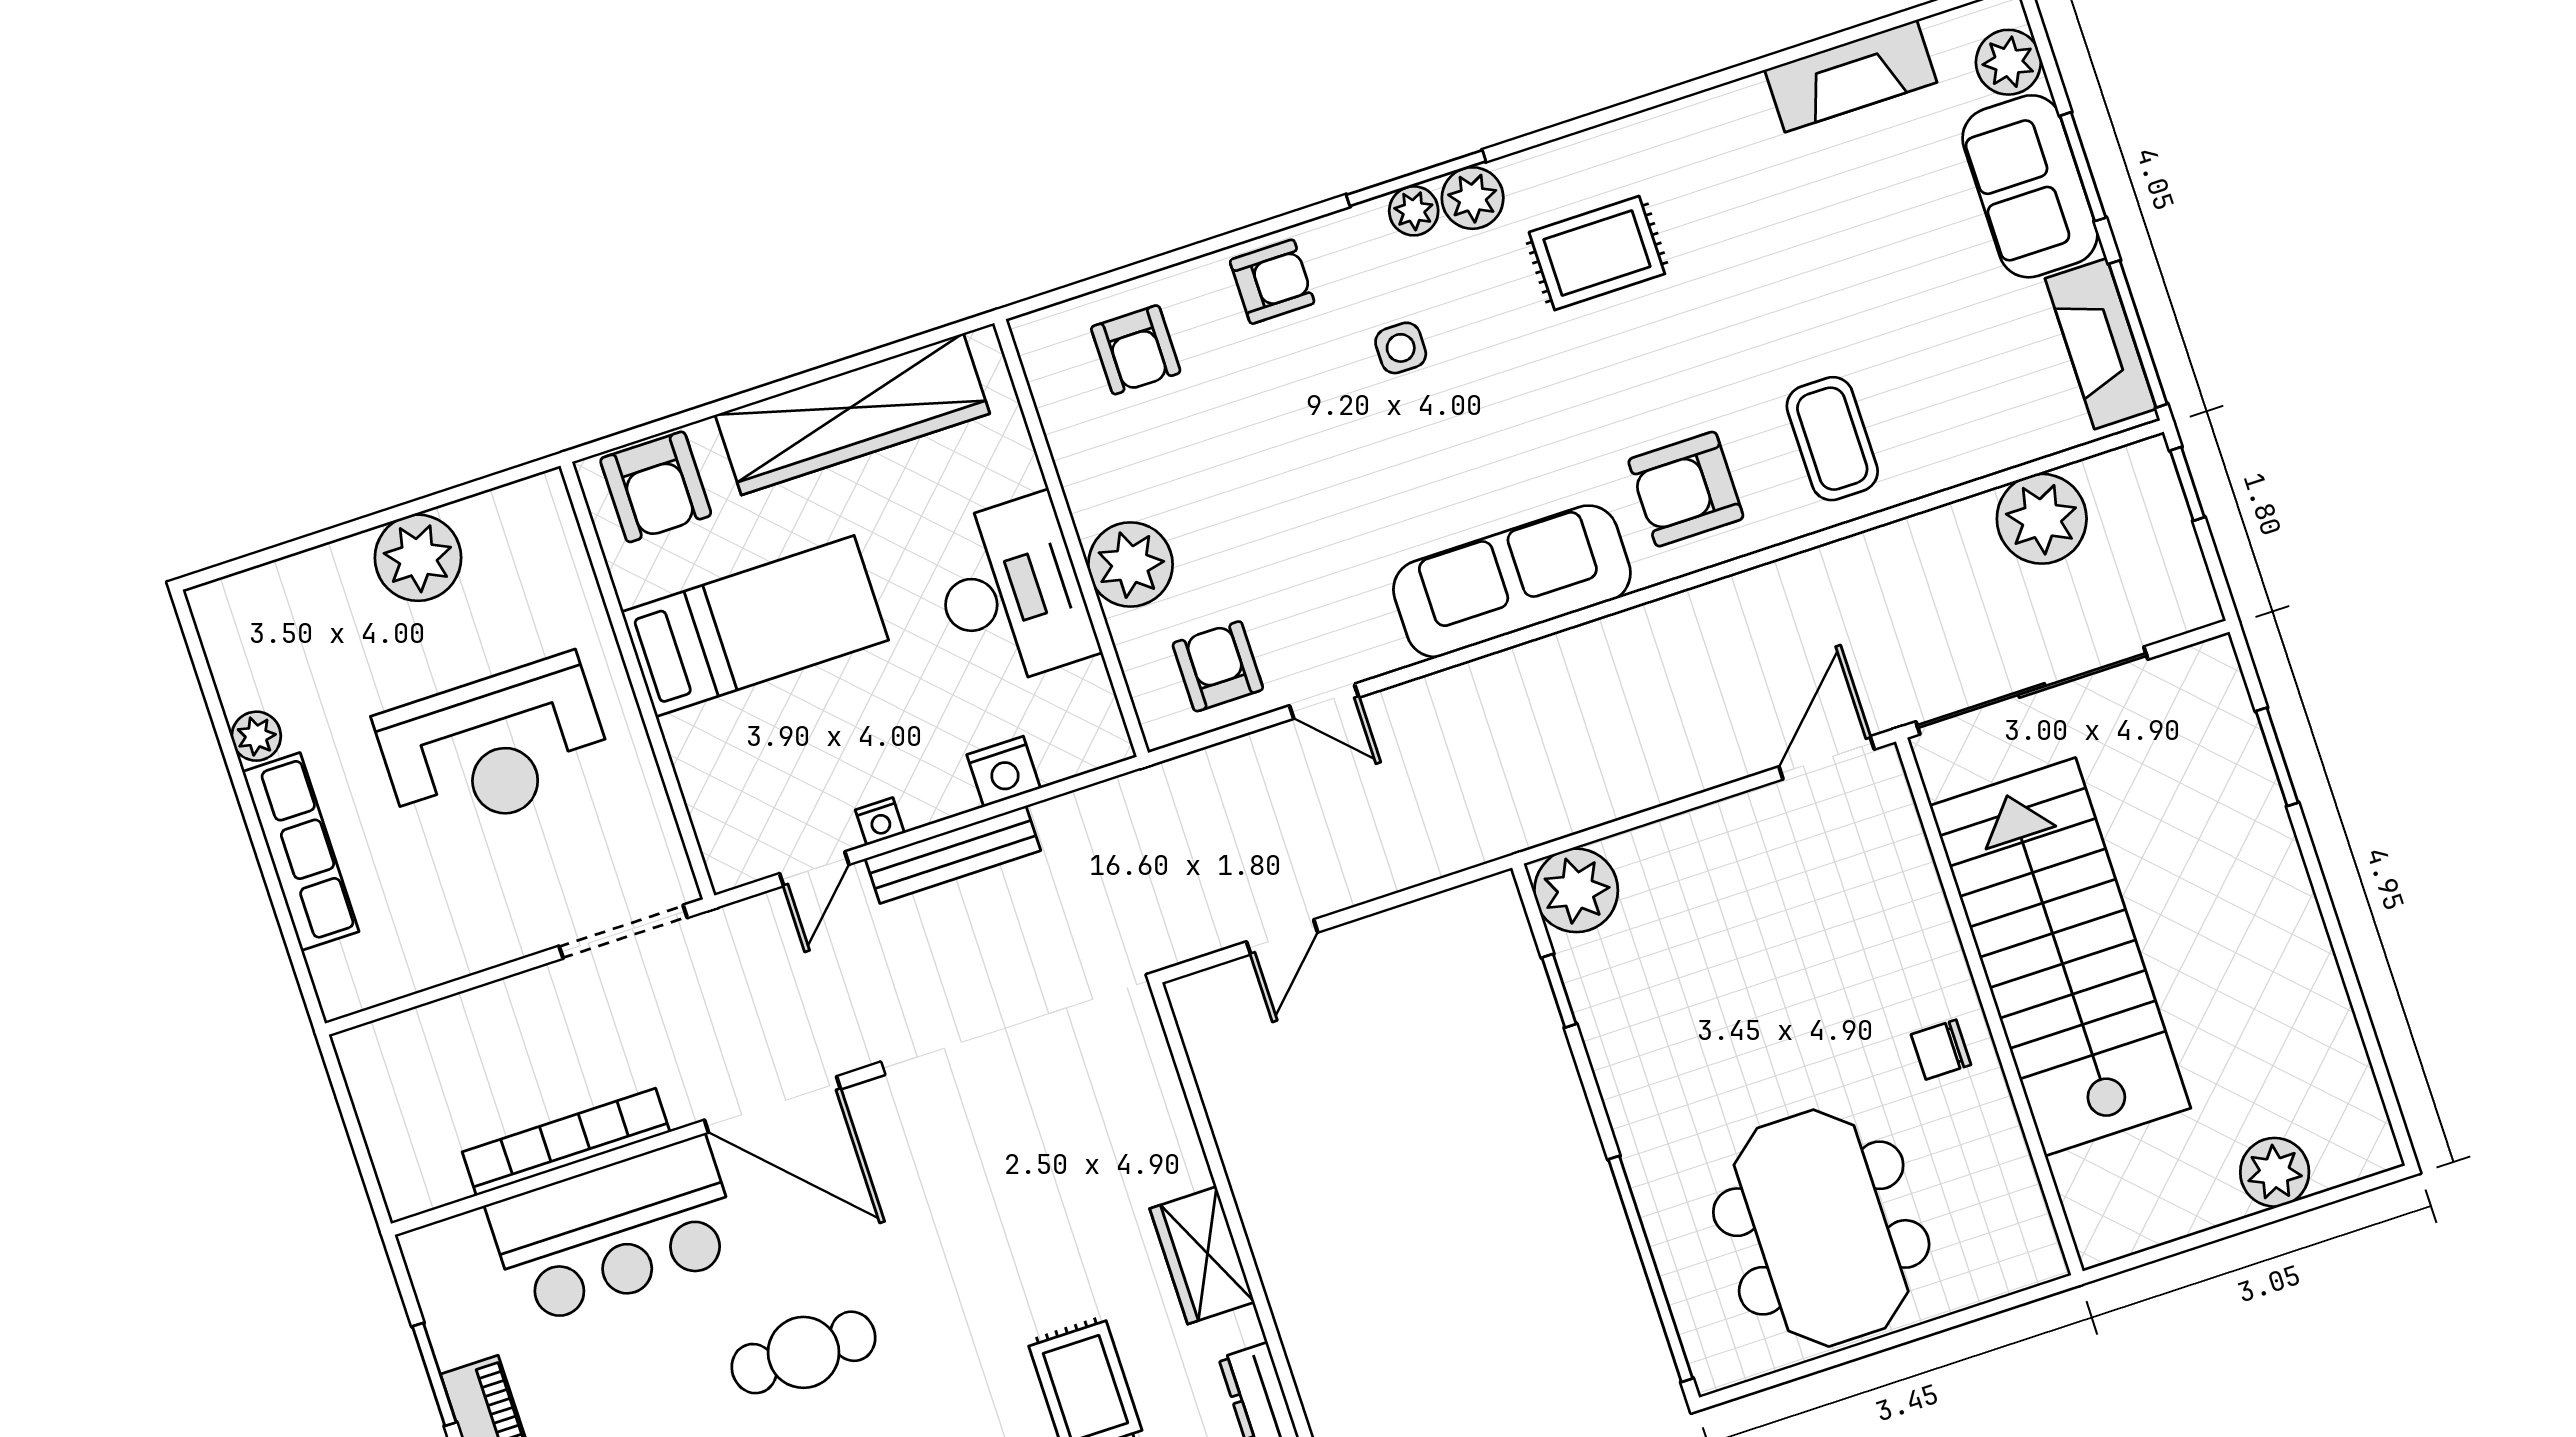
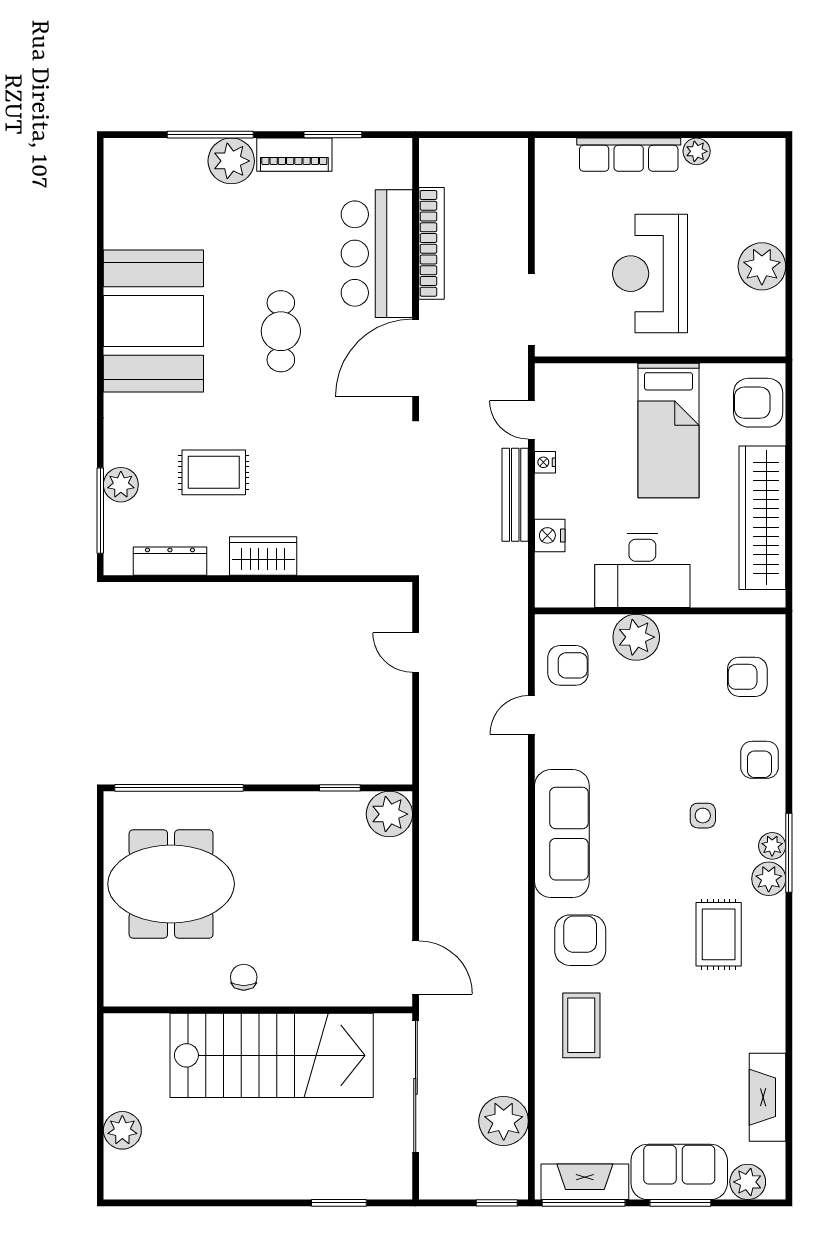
coffee table: (1832, 439) -> (581, 1025), turned 90

